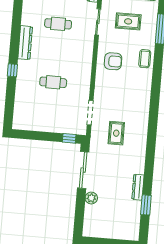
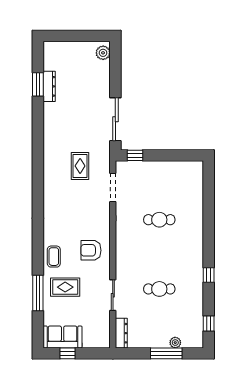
rug: (128, 21) -> (65, 287), moved
dresser: (25, 43) -> (196, 264), removed
window: (12, 70) -> (209, 275), moved
dresser: (138, 187) -> (49, 86), moved
plant: (91, 198) -> (103, 53), moved

